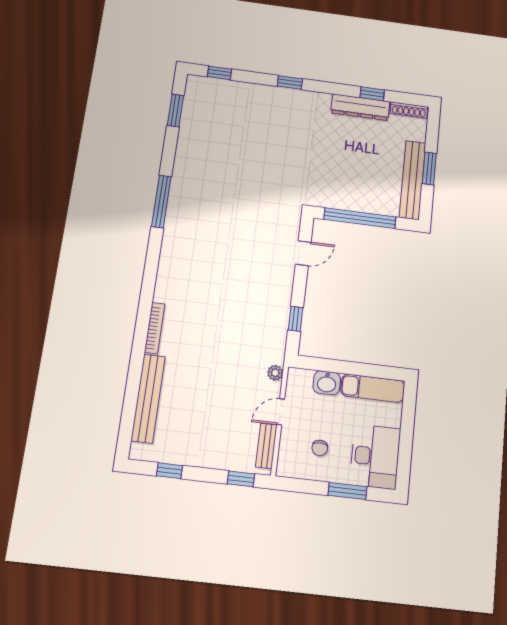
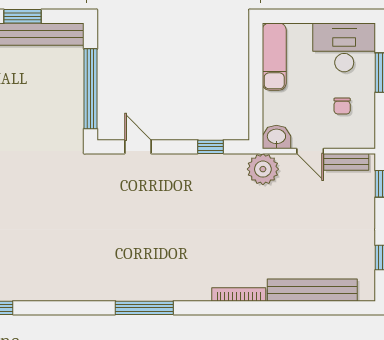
window: (161, 201) -> (144, 308), moved
plant: (275, 373) -> (263, 169), width x1.87, depth x1.87
washbasin: (327, 383) -> (276, 137), moved, turned -90
chair: (320, 448) -> (342, 106), turned 90

